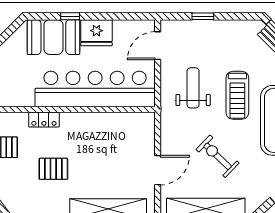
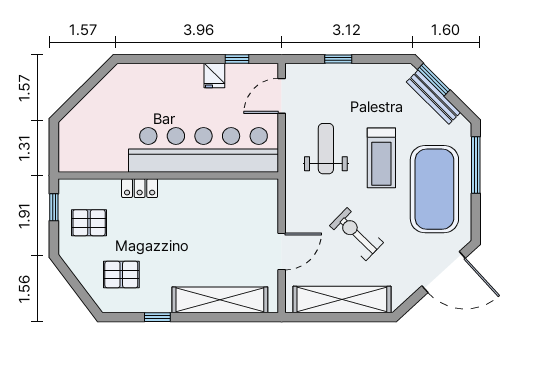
window: (70, 16) -> (237, 59), moved
fridge: (96, 33) -> (214, 75), width x0.53, depth x0.75
booth: (53, 37) -> (152, 85), removed
pallet: (53, 169) -> (121, 275), moved

